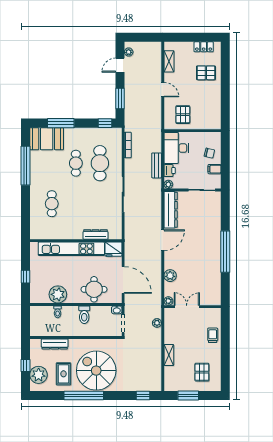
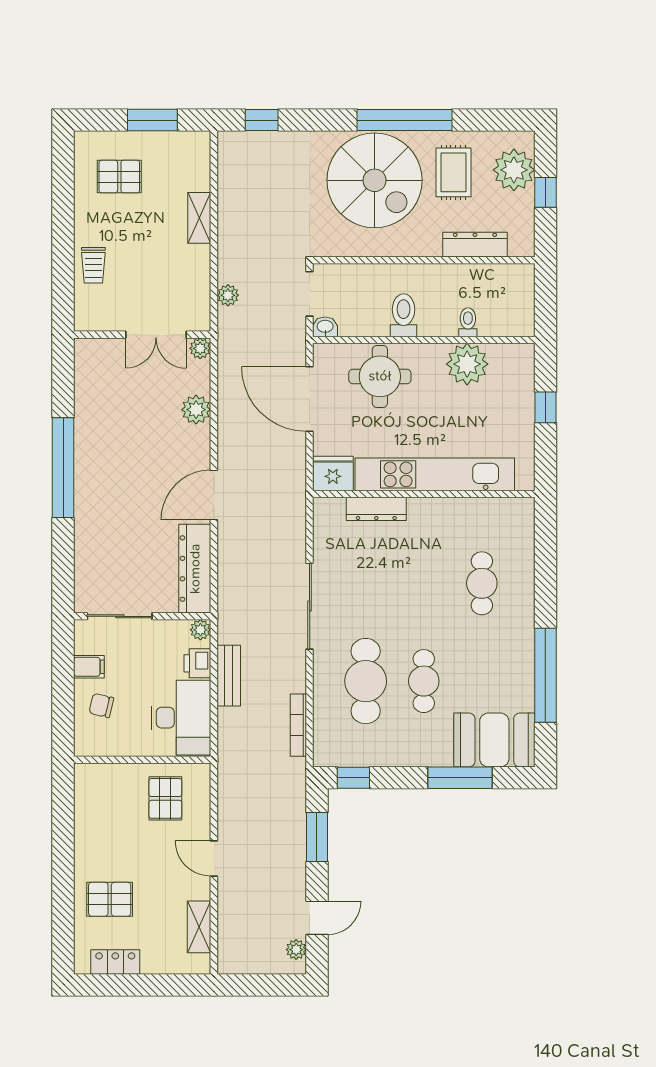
pallet: (202, 372) -> (119, 177), turned 90

